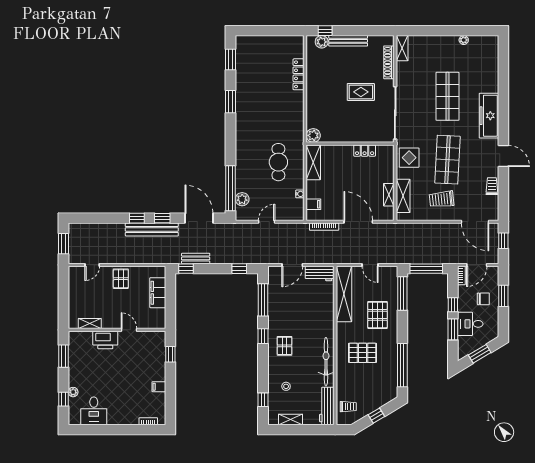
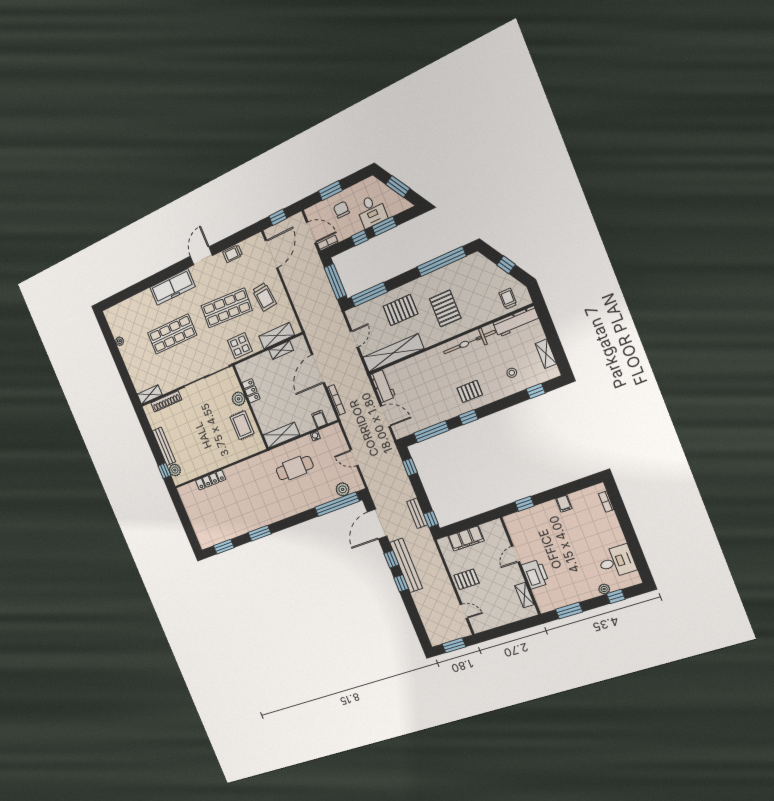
rug: (361, 92) -> (242, 425), moved
plant: (313, 135) -> (239, 399), moved

